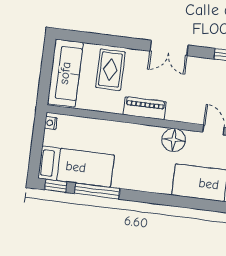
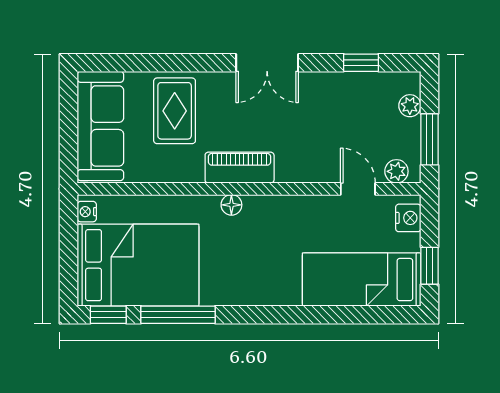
floor lamp: (174, 140) -> (231, 205), moved, width x0.53, depth x0.53
bed: (76, 167) -> (138, 265), width x1.50

